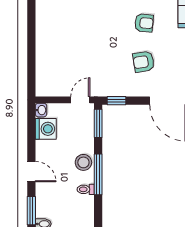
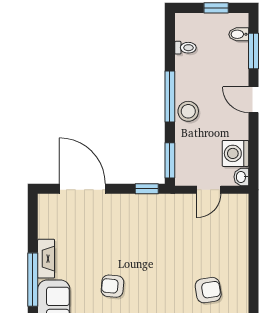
armchair: (144, 62) -> (208, 290), moved
door: (80, 100) -> (209, 190), moved
toilet: (86, 189) -> (186, 48), moved

